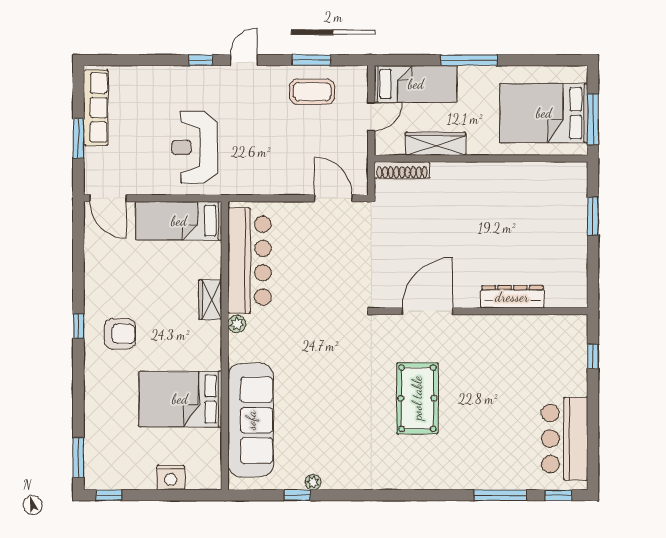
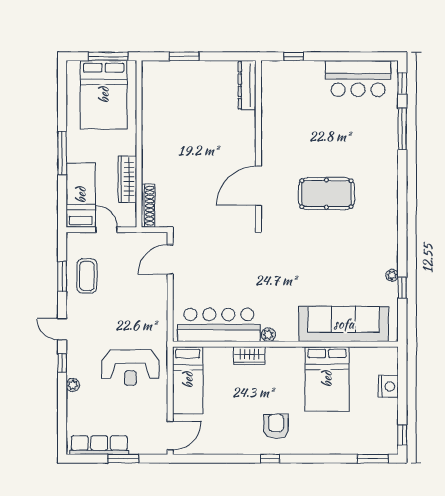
plant: (173, 74) -> (73, 385), added
dresser: (512, 297) -> (247, 85), moved
door: (427, 311) -> (258, 186), hinge flipped

